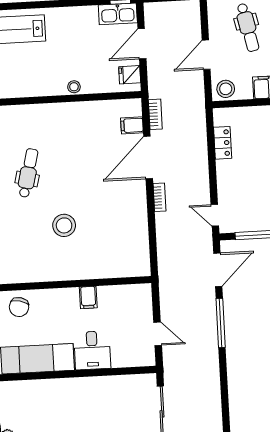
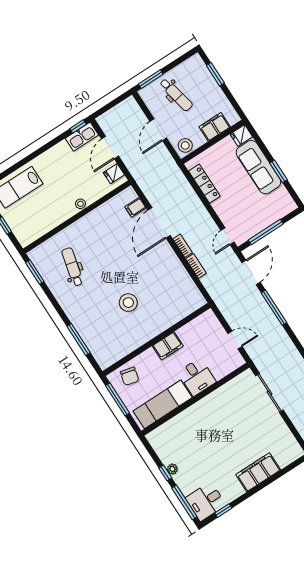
bookcase: (155, 114) -> (196, 266), moved
locker: (223, 143) -> (204, 184), width x1.53
dental chair: (28, 173) -> (73, 267), moved
door: (215, 215) -> (228, 236), hinge flipped
filing cabinet: (88, 297) -> (168, 346), width x2.00

